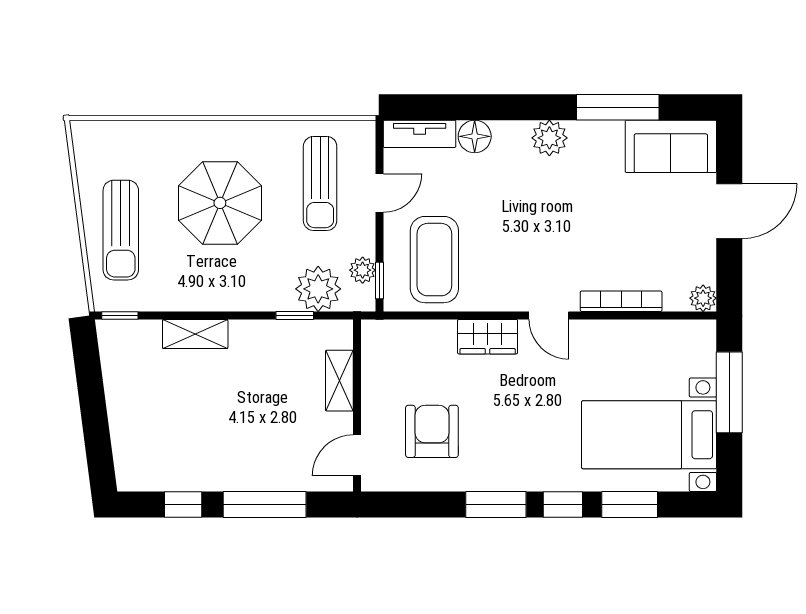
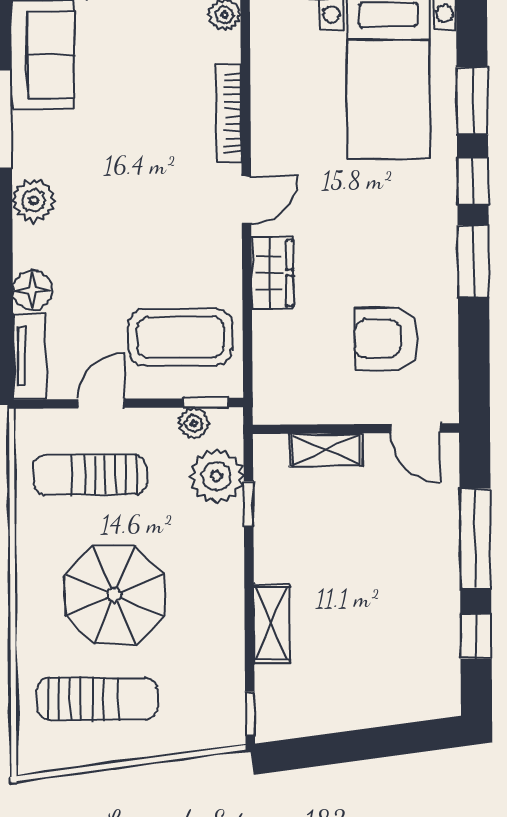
sun lounger: (320, 184) -> (90, 475), turned 180
door: (380, 193) -> (101, 404), hinge flipped
sun lounger: (121, 230) -> (97, 699), moved

